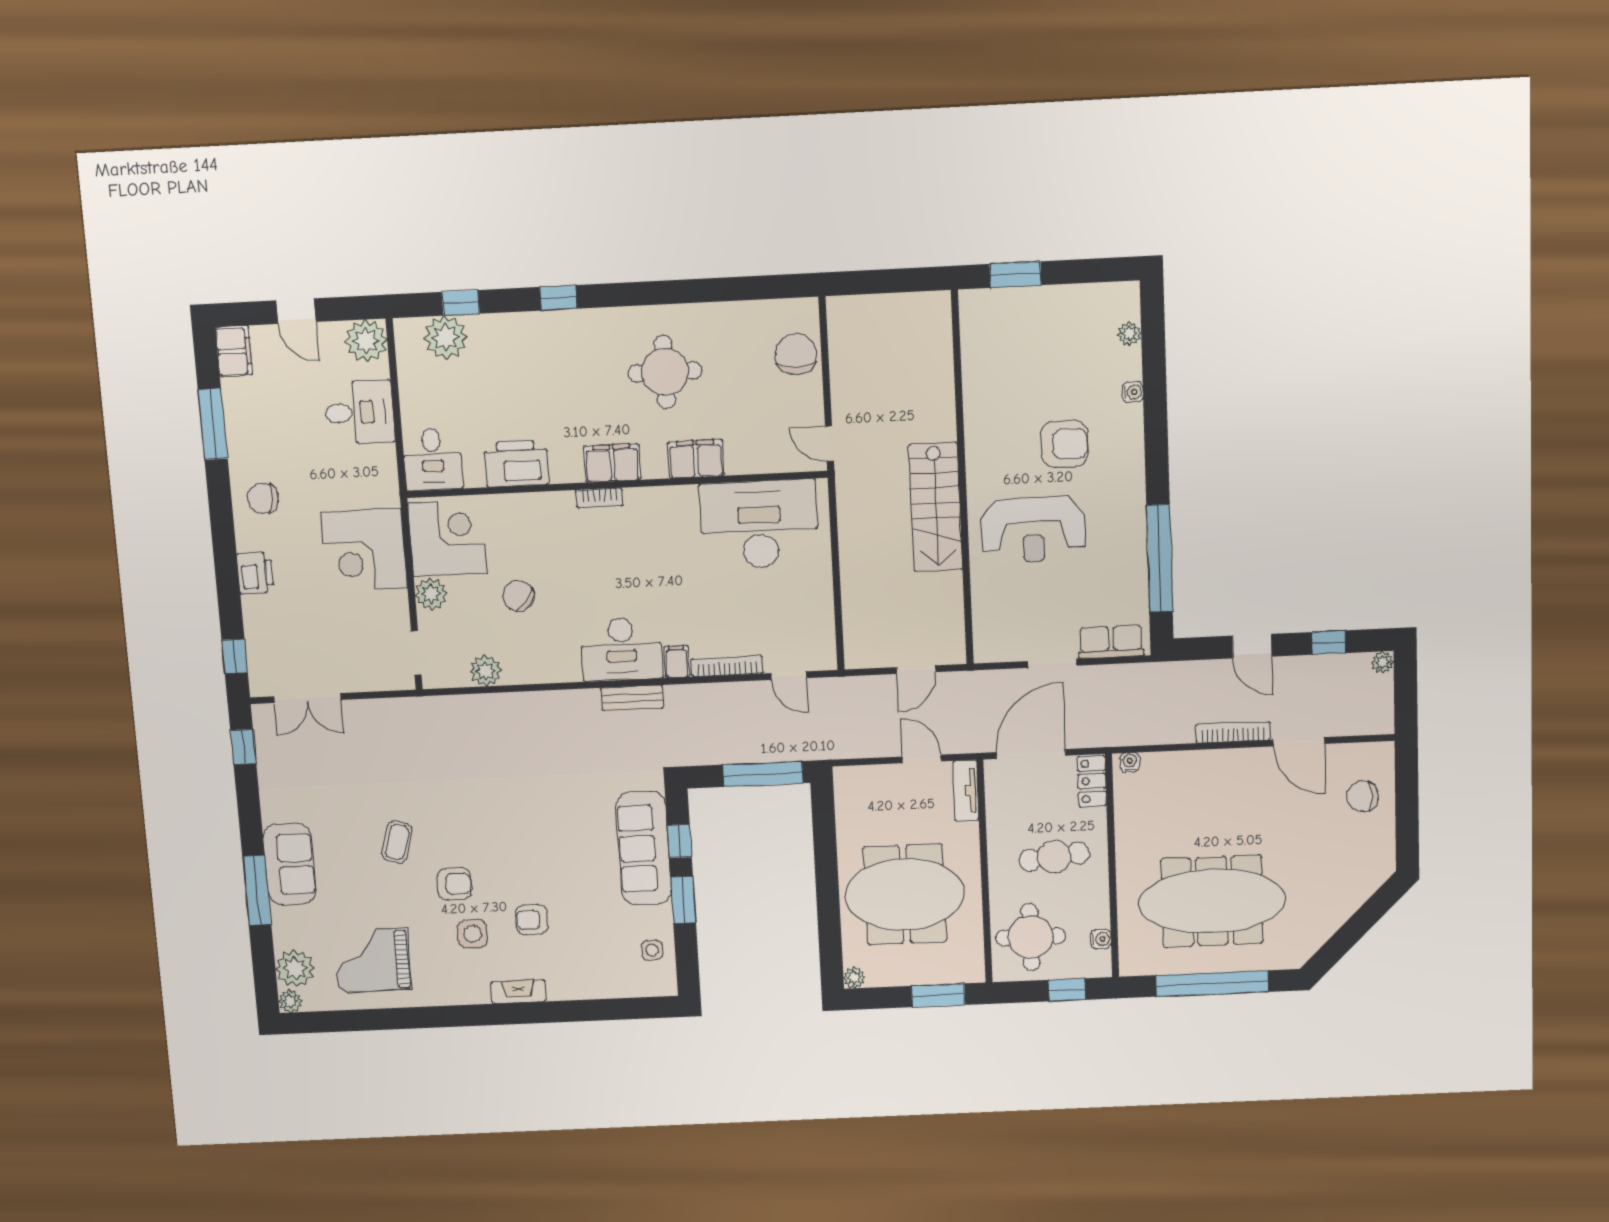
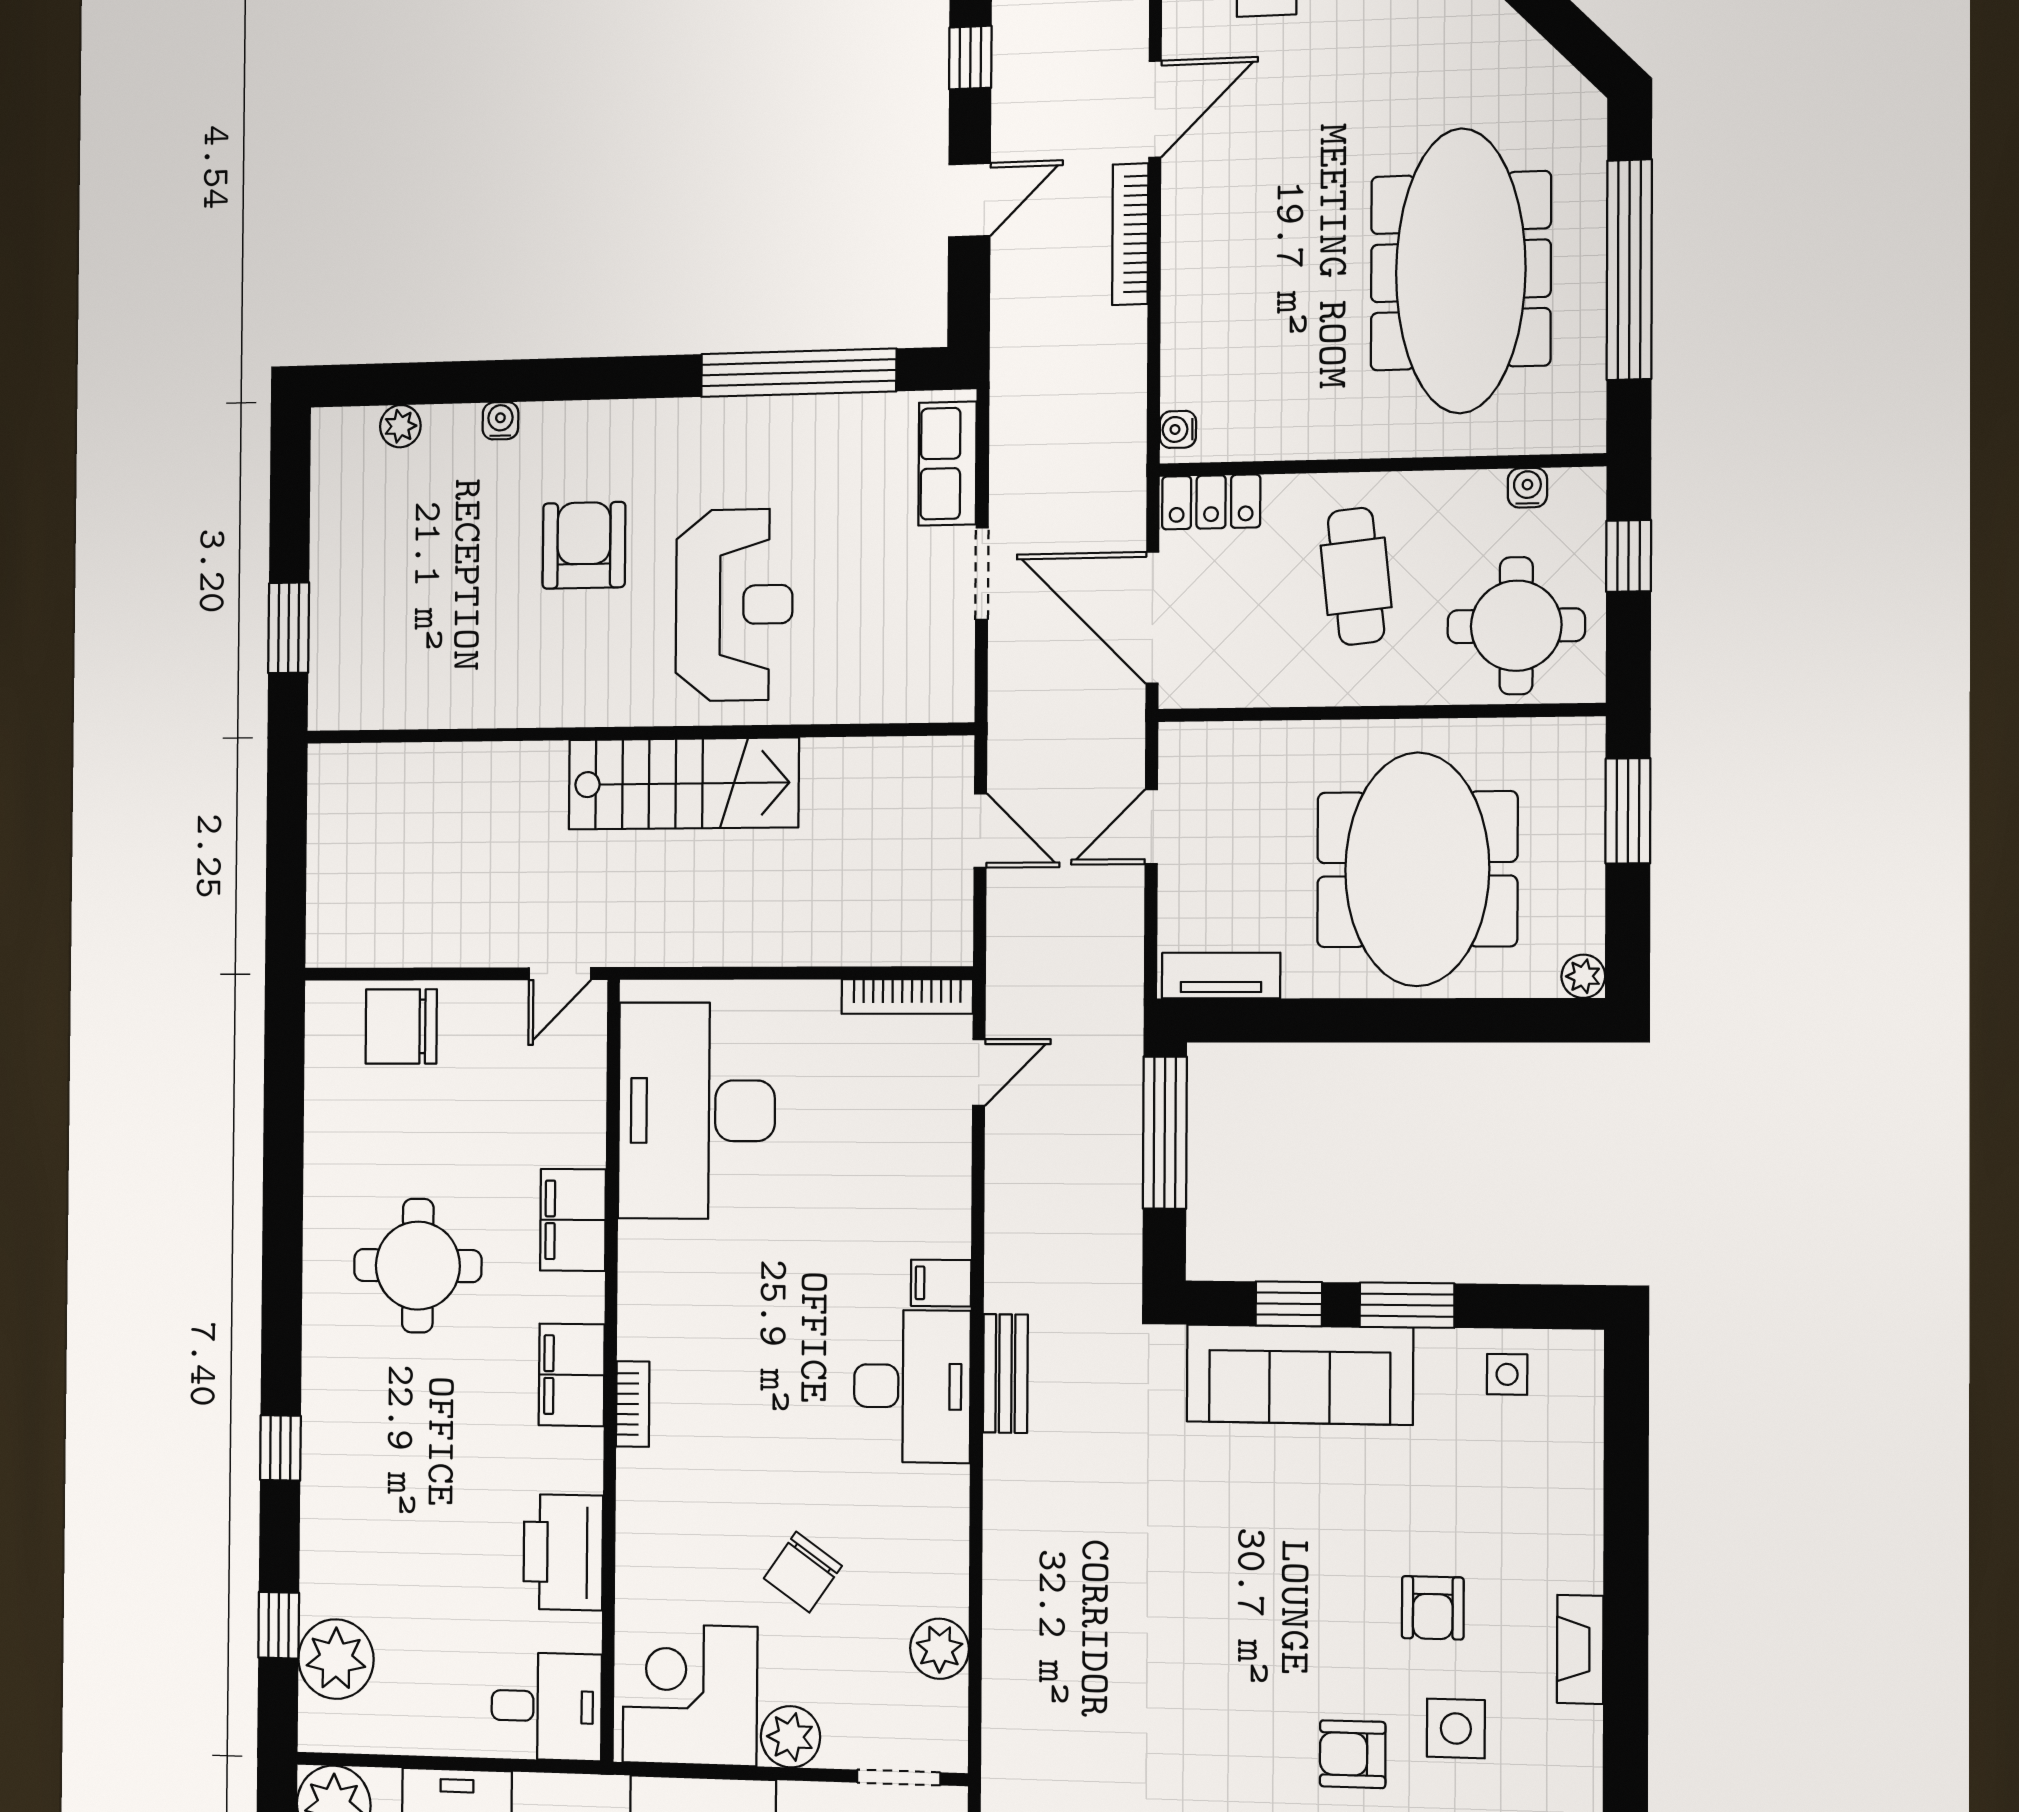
bookcase: (727, 666) -> (907, 997), moved, turned -90
tv unit: (966, 791) -> (1221, 976), moved, turned 180
armchair: (454, 884) -> (1353, 1754), turned -90

